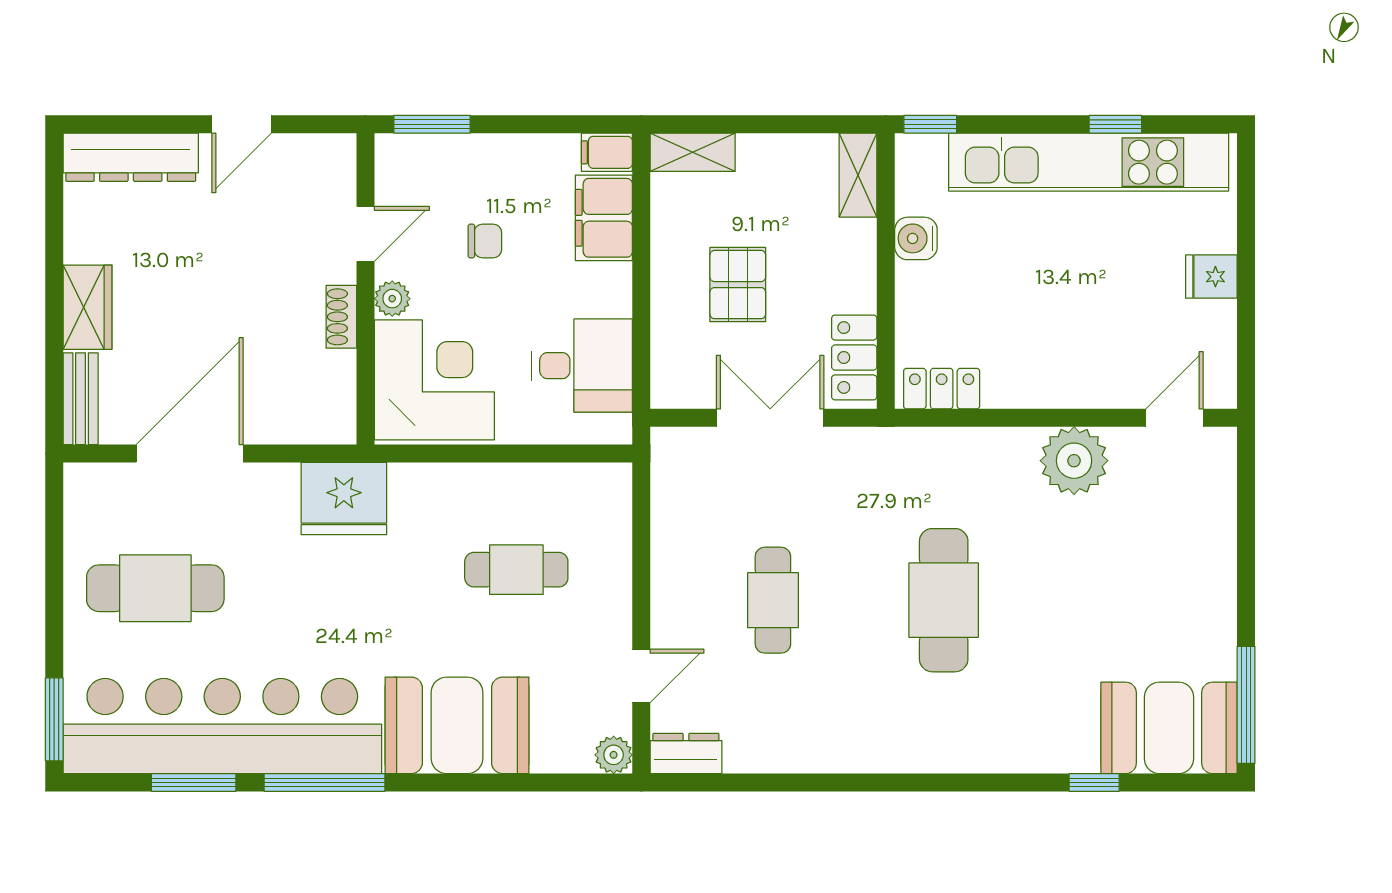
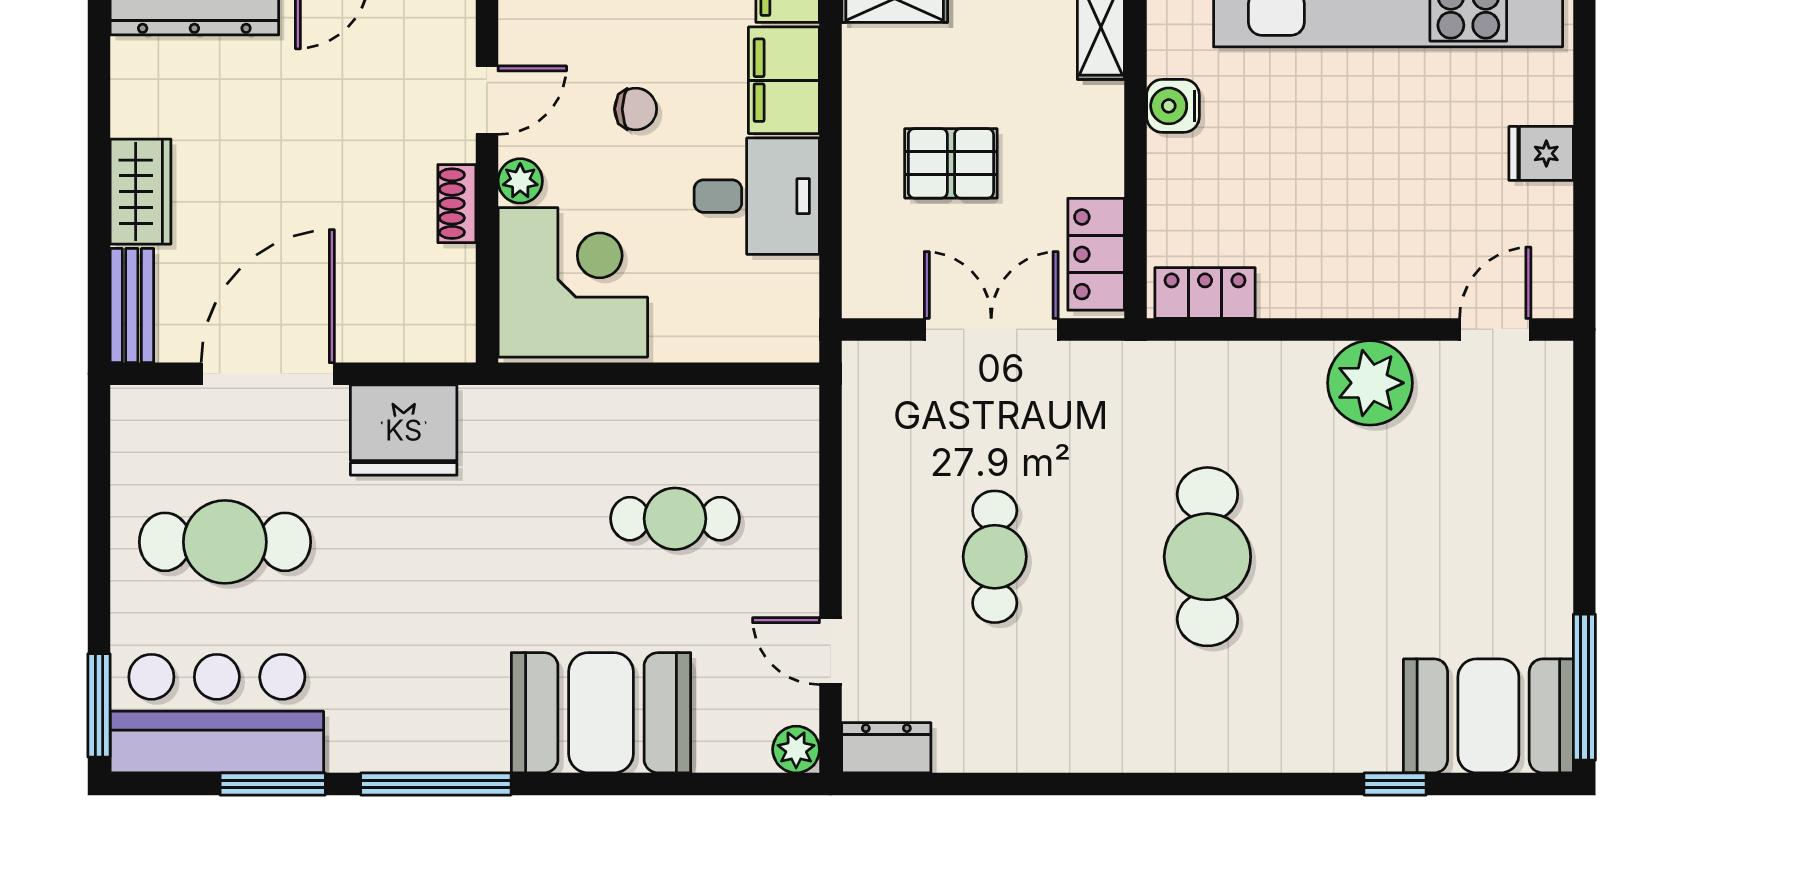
pallet: (738, 285) -> (951, 163), turned 90
desk: (582, 366) -> (757, 196), moved
fridge: (344, 498) -> (404, 430), moved
door: (641, 676) -> (831, 651), swing flipped
bar counter: (222, 726) -> (217, 714), width x0.54

